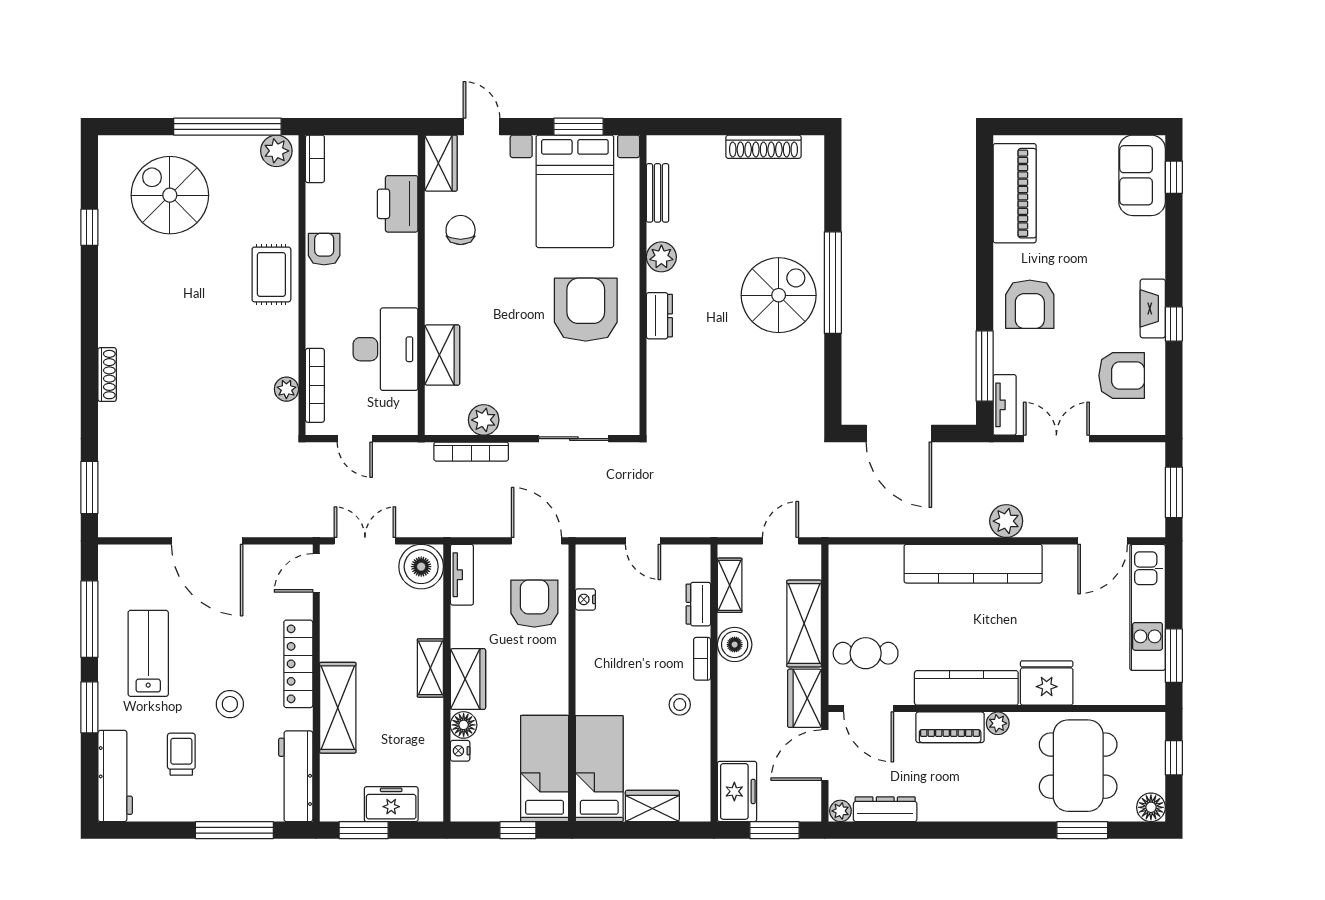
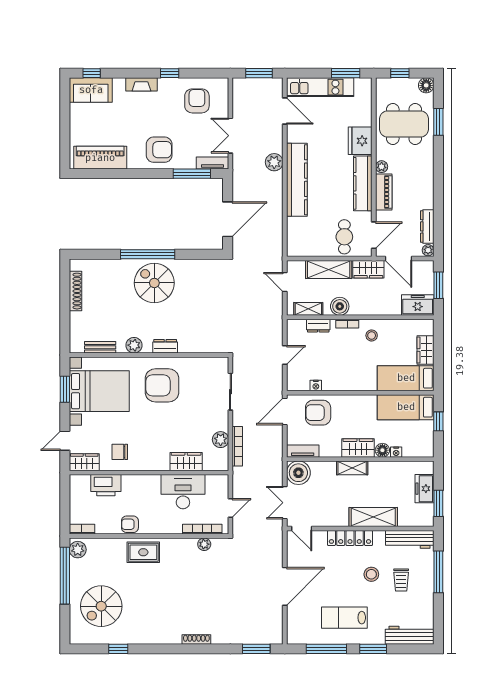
fireplace: (1153, 308) -> (141, 84), moved
trolley: (181, 754) -> (401, 580), moved, turned -90

